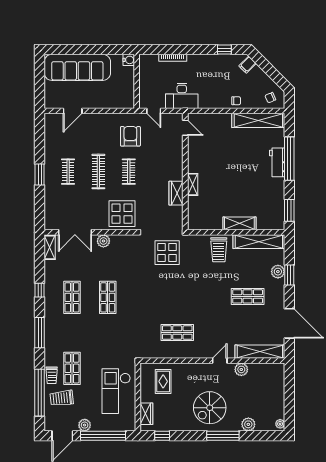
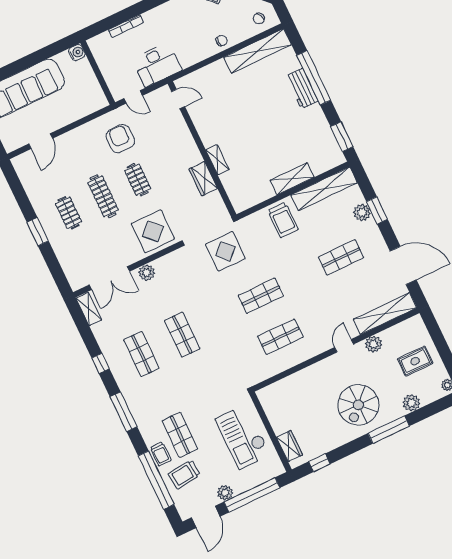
shop shelf: (177, 296) -> (261, 296), added
rug: (163, 381) -> (415, 361), moved, turned 90

